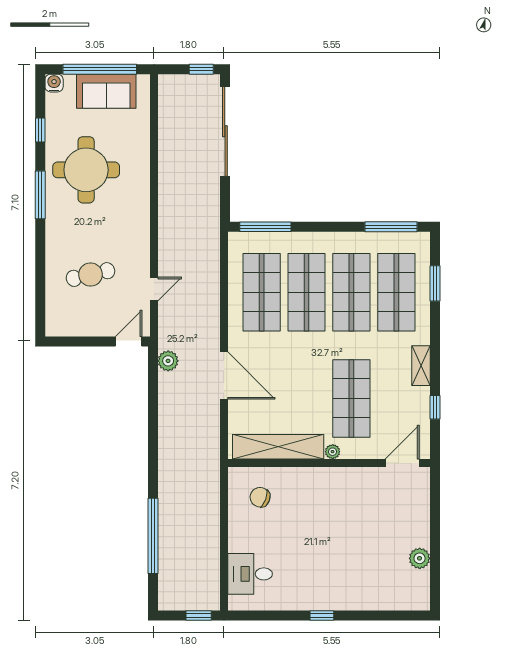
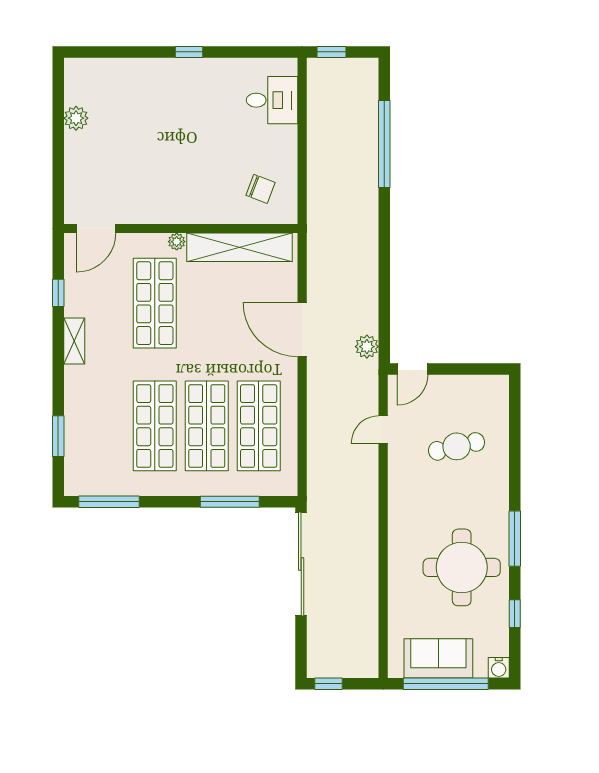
sliding door: (225, 131) -> (301, 564), moved
window: (265, 227) -> (230, 502), moved
shop shelf: (396, 292) -> (103, 426), removed

